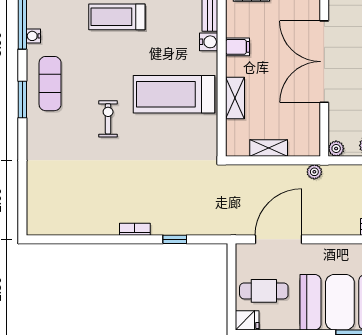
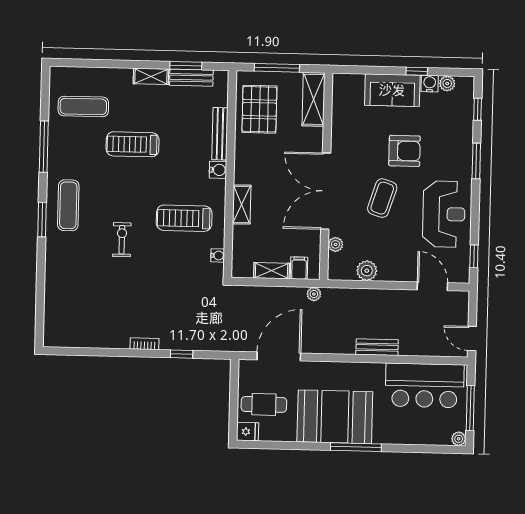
water cooler: (33, 36) -> (218, 255), moved, turned 180
filing cabinet: (238, 47) -> (299, 268), moved, turned -90
treadmill: (174, 94) -> (184, 218), width x0.73, depth x0.73
shelving: (235, 98) -> (242, 205), moved
plant: (336, 149) -> (336, 244), moved

